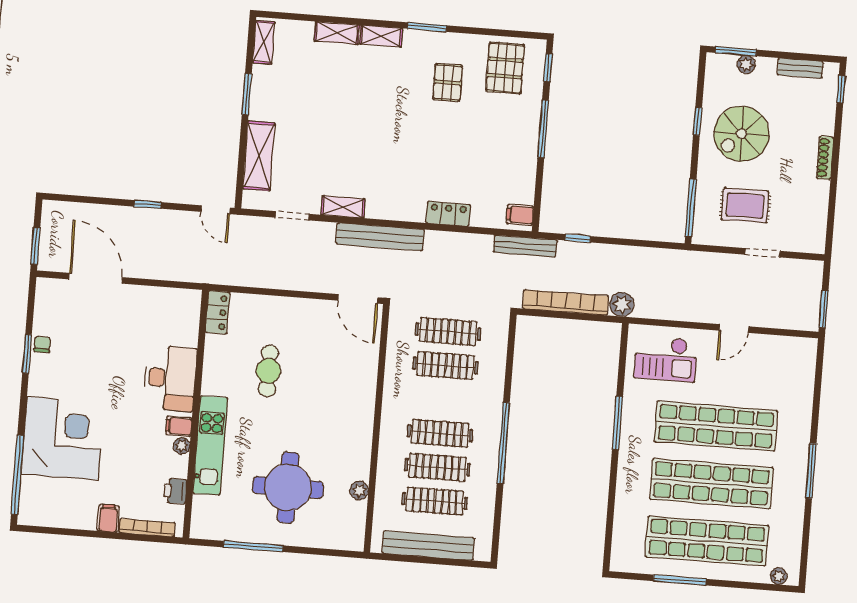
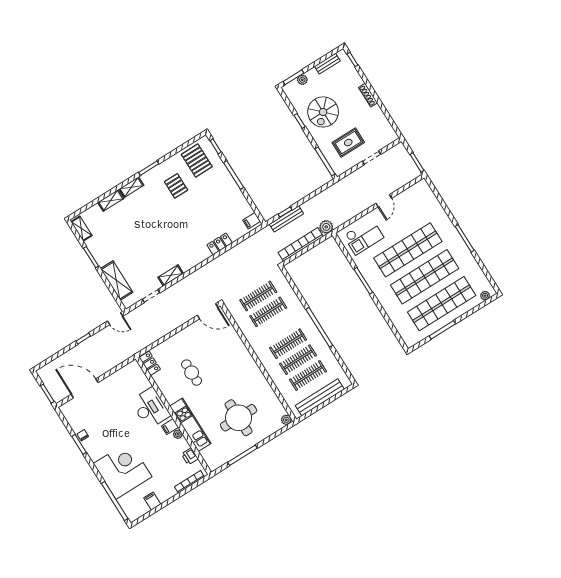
bench: (380, 237) -> (197, 276), removed
bench: (525, 246) -> (286, 219), moved
plant: (359, 490) -> (286, 420), moved
filing cabinet: (108, 518) -> (152, 501), moved

